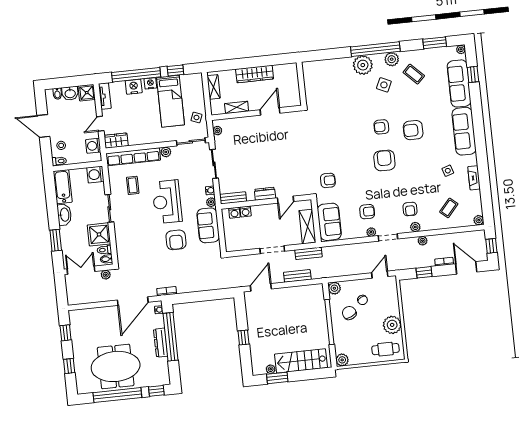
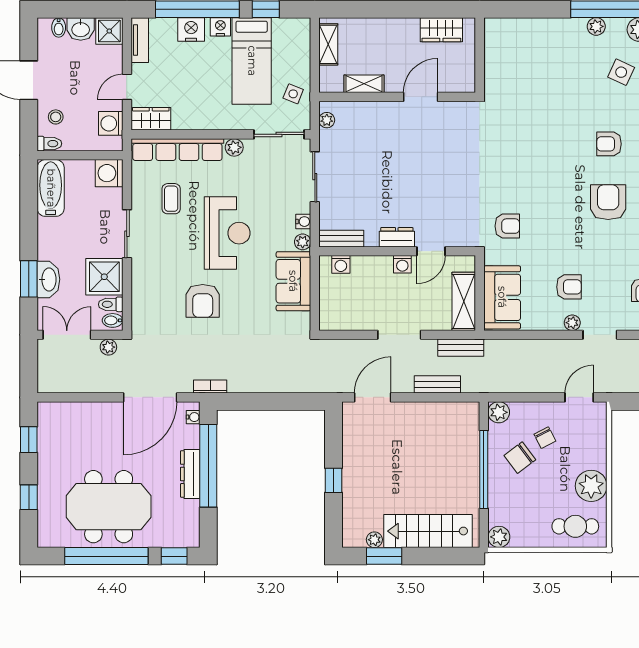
plant: (363, 65) -> (596, 26), width x0.53, depth x0.53
wardrobe: (255, 74) -> (441, 30), moved, width x0.67
reception desk: (167, 202) -> (227, 233), turned 180
washing machine: (246, 211) -> (402, 264), moved
washbasin: (64, 215) -> (48, 279), moved
armchair: (176, 240) -> (203, 301), moved
chair: (349, 313) -> (520, 458), turned -103

